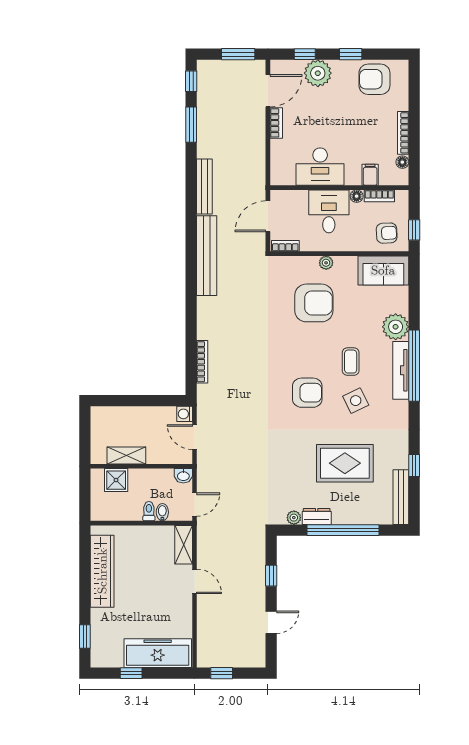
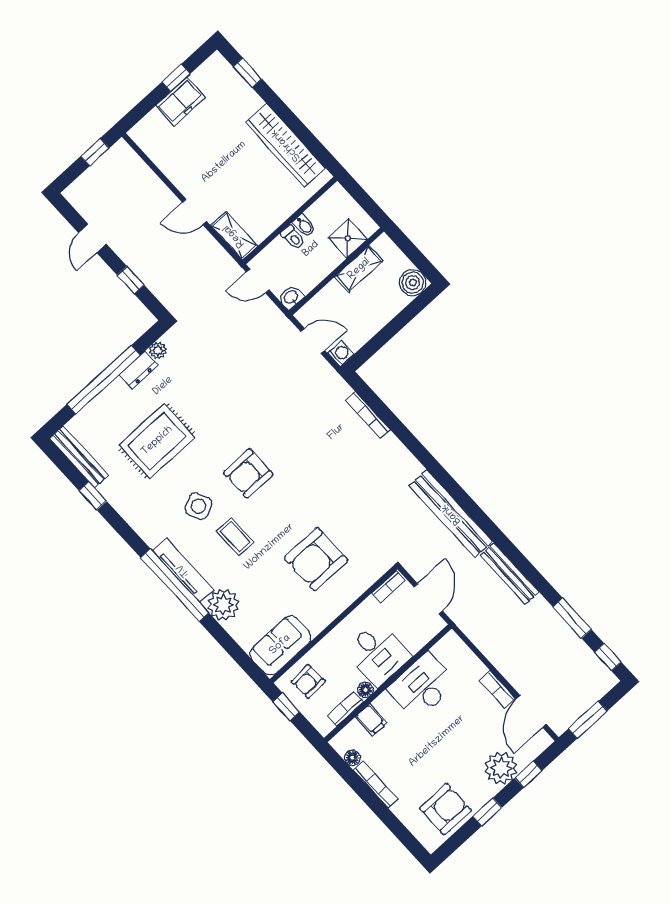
plant: (326, 263) -> (338, 605), removed
boiler: (101, 417) -> (413, 283), added
door: (195, 504) -> (258, 281), hinge flipped
bidet: (162, 512) -> (304, 225), moved
freezer: (158, 653) -> (181, 102), width x0.52, depth x0.79

